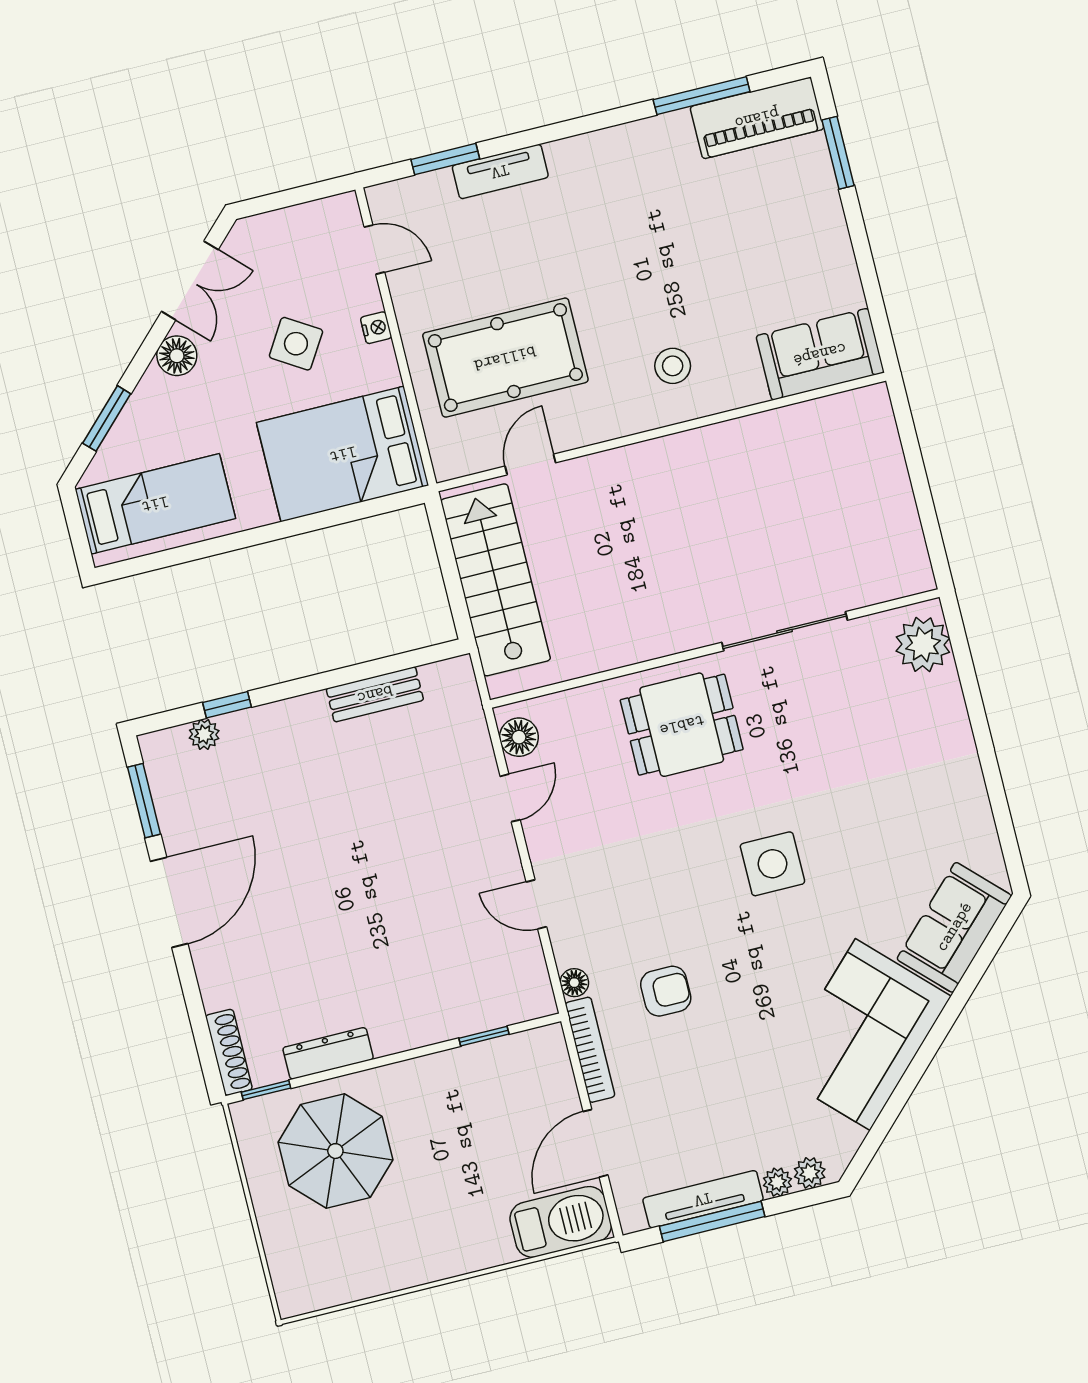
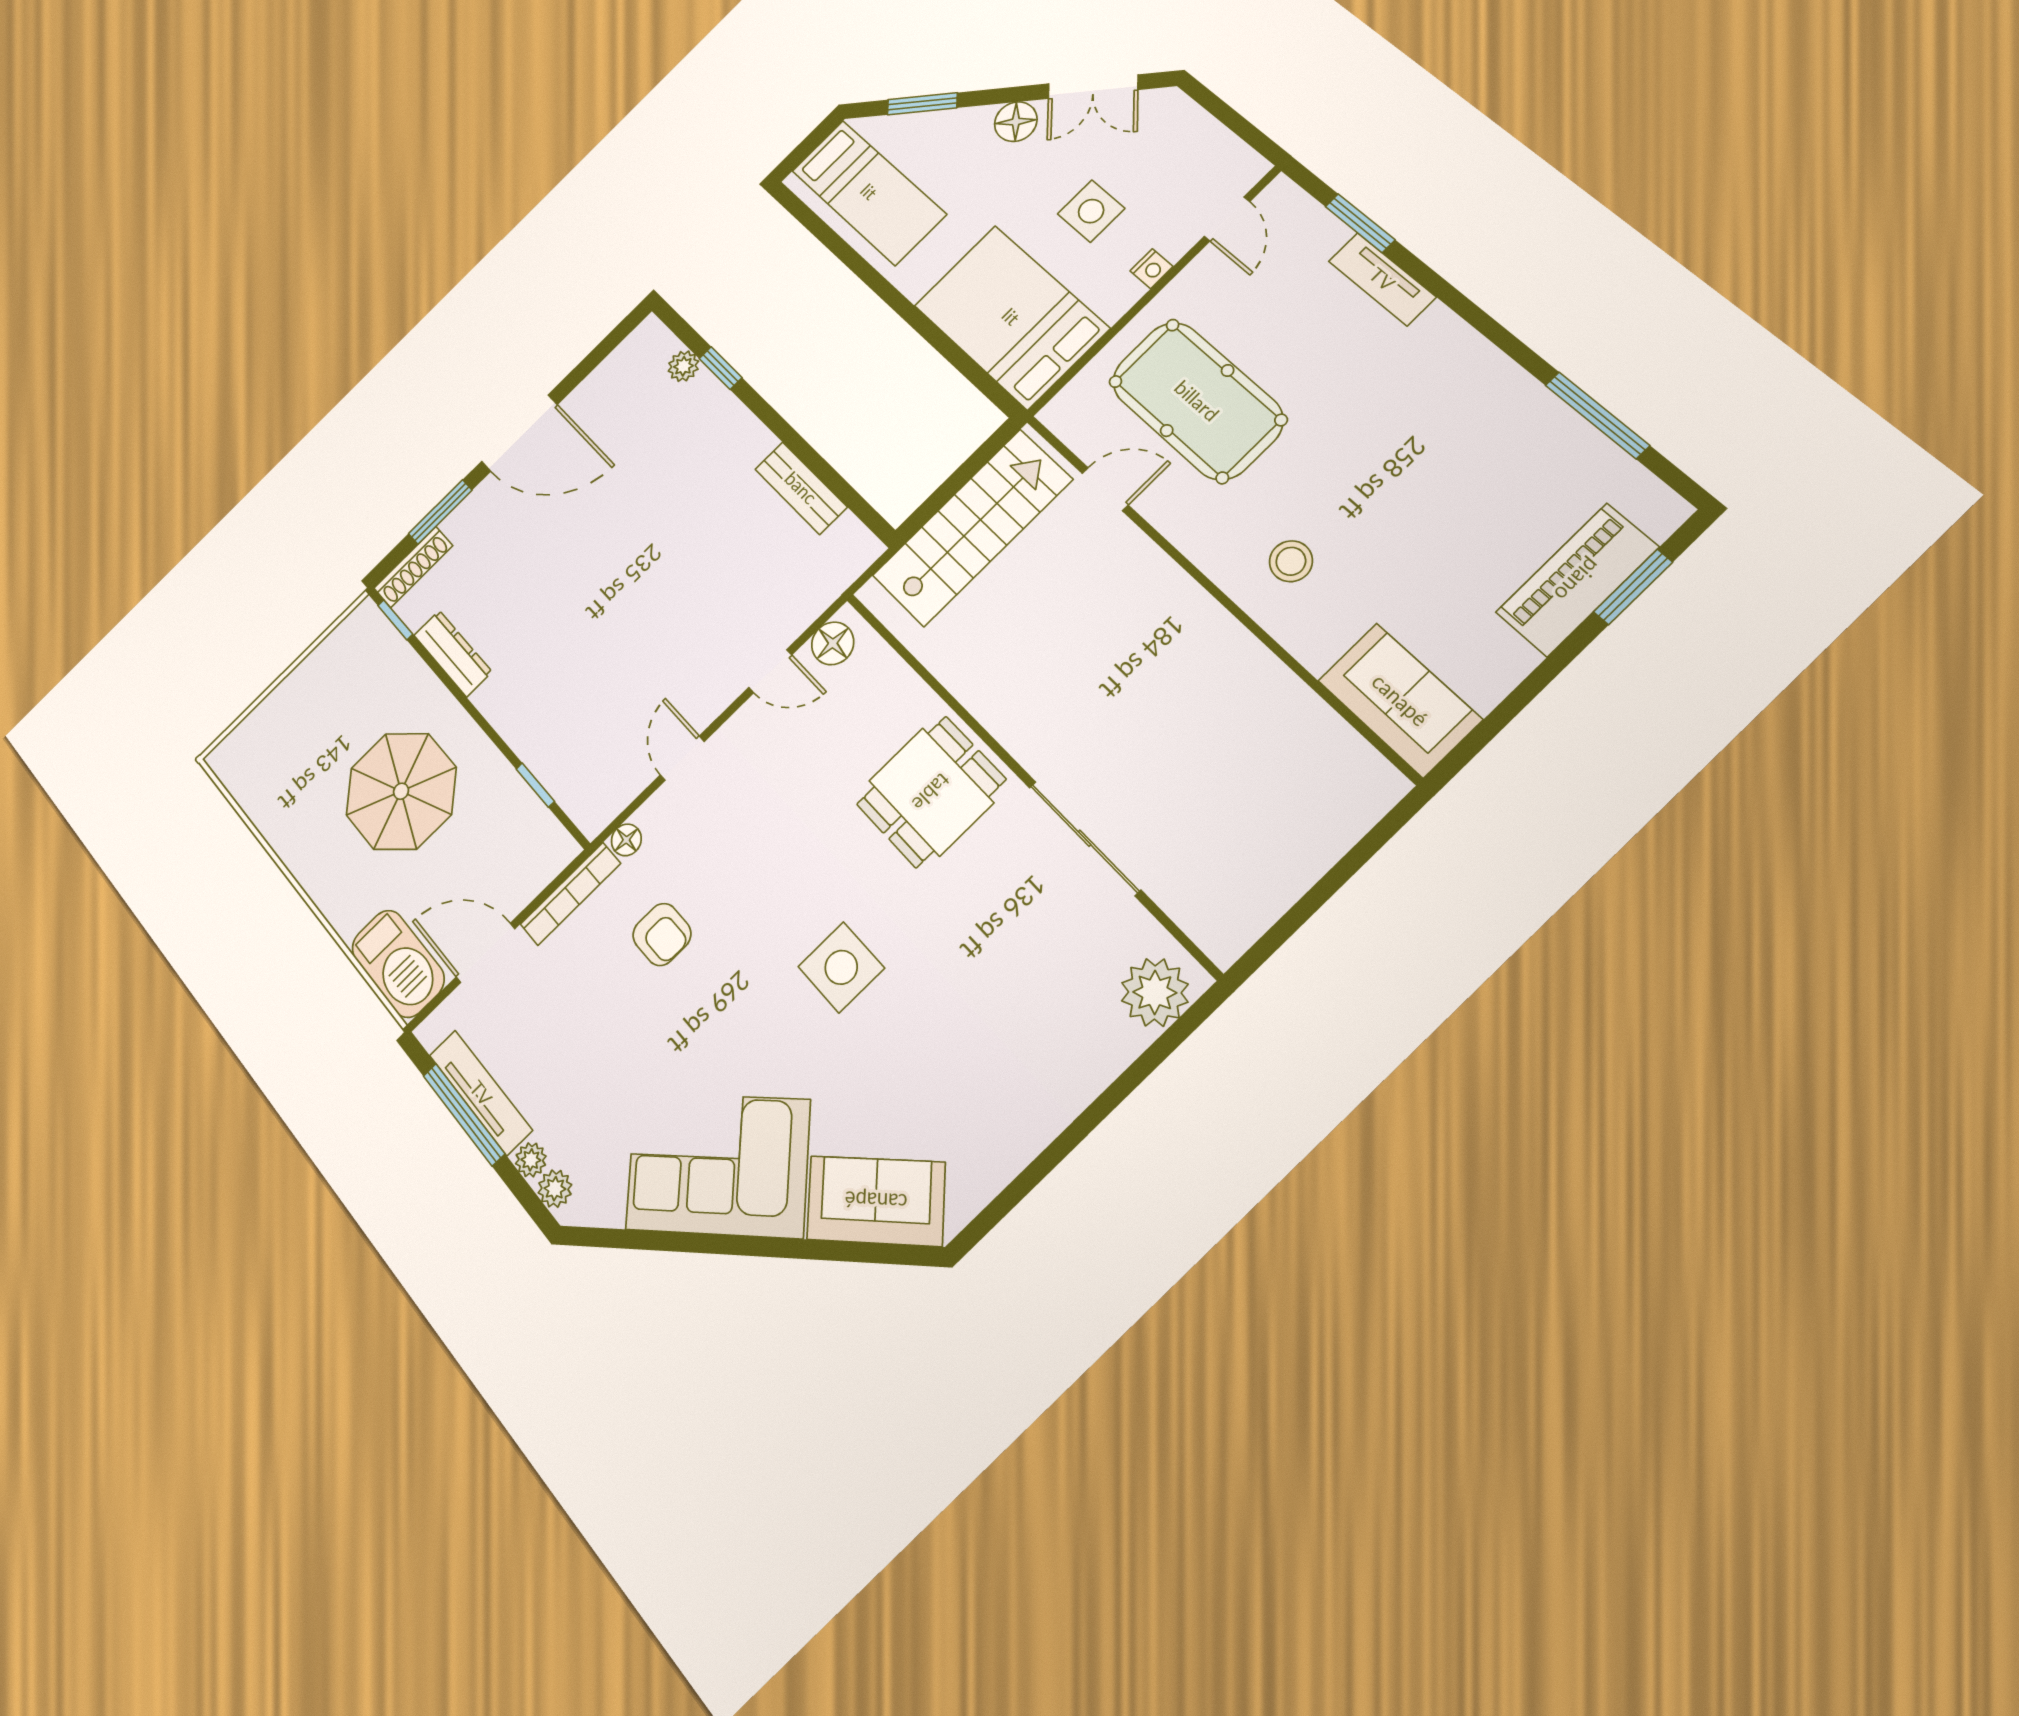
piano: (757, 118) -> (1577, 580), moved, turned 90
side table: (296, 344) -> (1091, 211), turned -32
dining table: (682, 725) -> (931, 792), turned 90
window: (144, 801) -> (440, 512), moved
parasol: (335, 1151) -> (401, 791), moved

